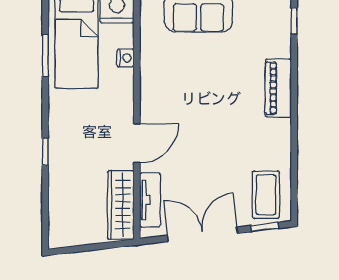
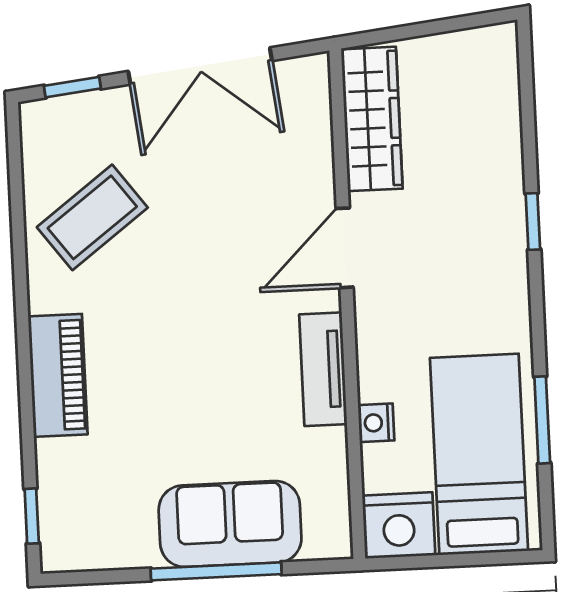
coffee table: (266, 195) -> (92, 217), moved, turned 53
tv unit: (150, 200) -> (323, 369), moved

